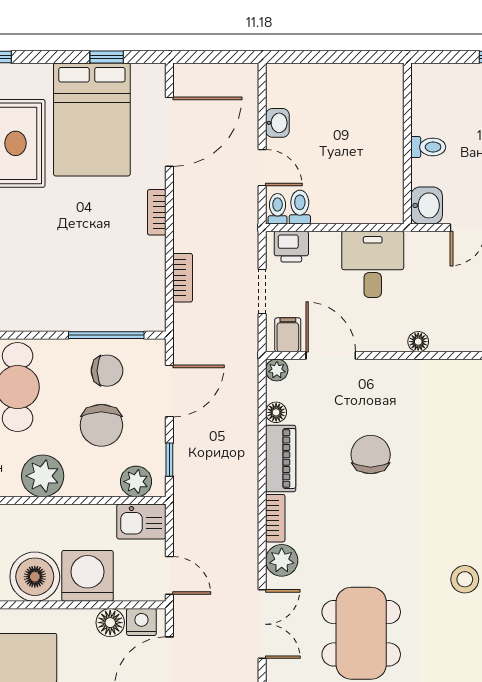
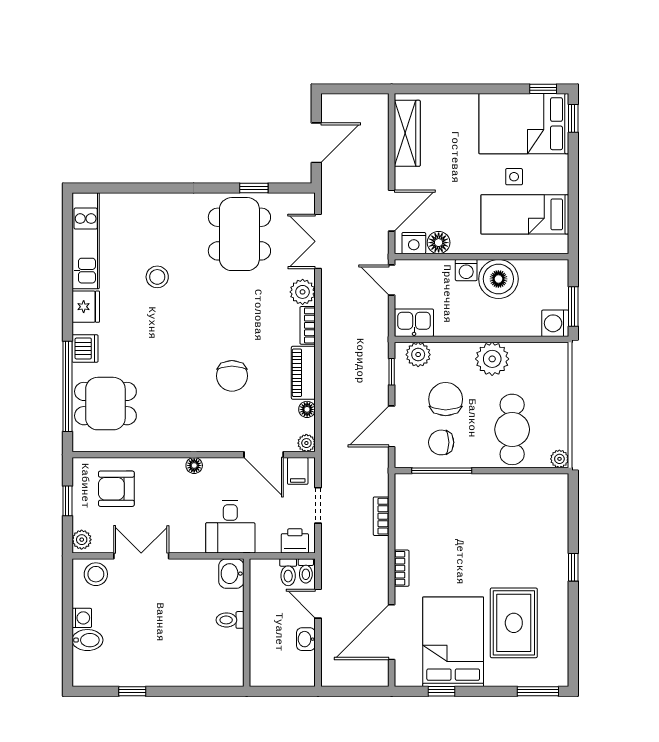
wall: (407, 144) -> (247, 623), moved
toilet: (428, 147) -> (230, 620), moved
washbasin: (427, 205) -> (231, 574), moved
washing machine: (88, 576) -> (466, 270), width x0.53, depth x0.53

